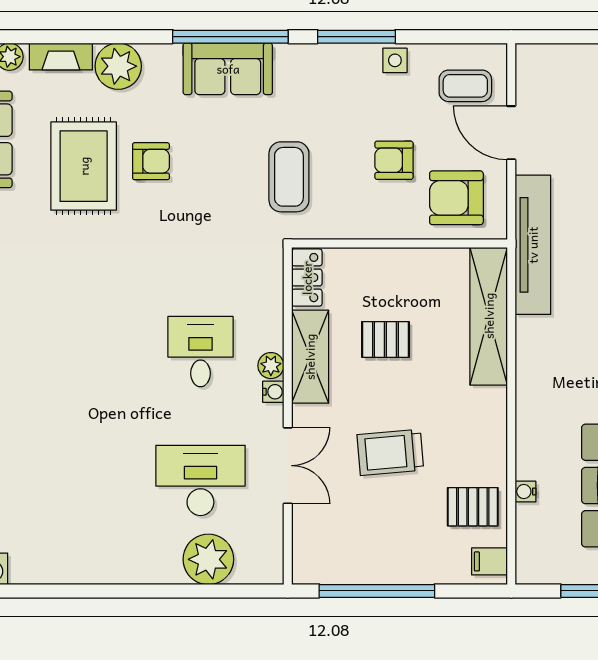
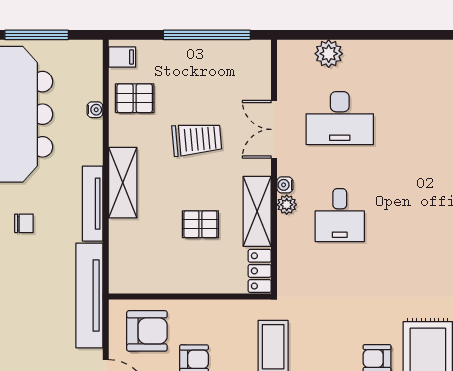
shelving: (489, 316) -> (123, 183), moved, width x0.68
tv unit: (529, 367) -> (93, 204), added
plant: (208, 559) -> (329, 54), width x0.73, depth x0.73

